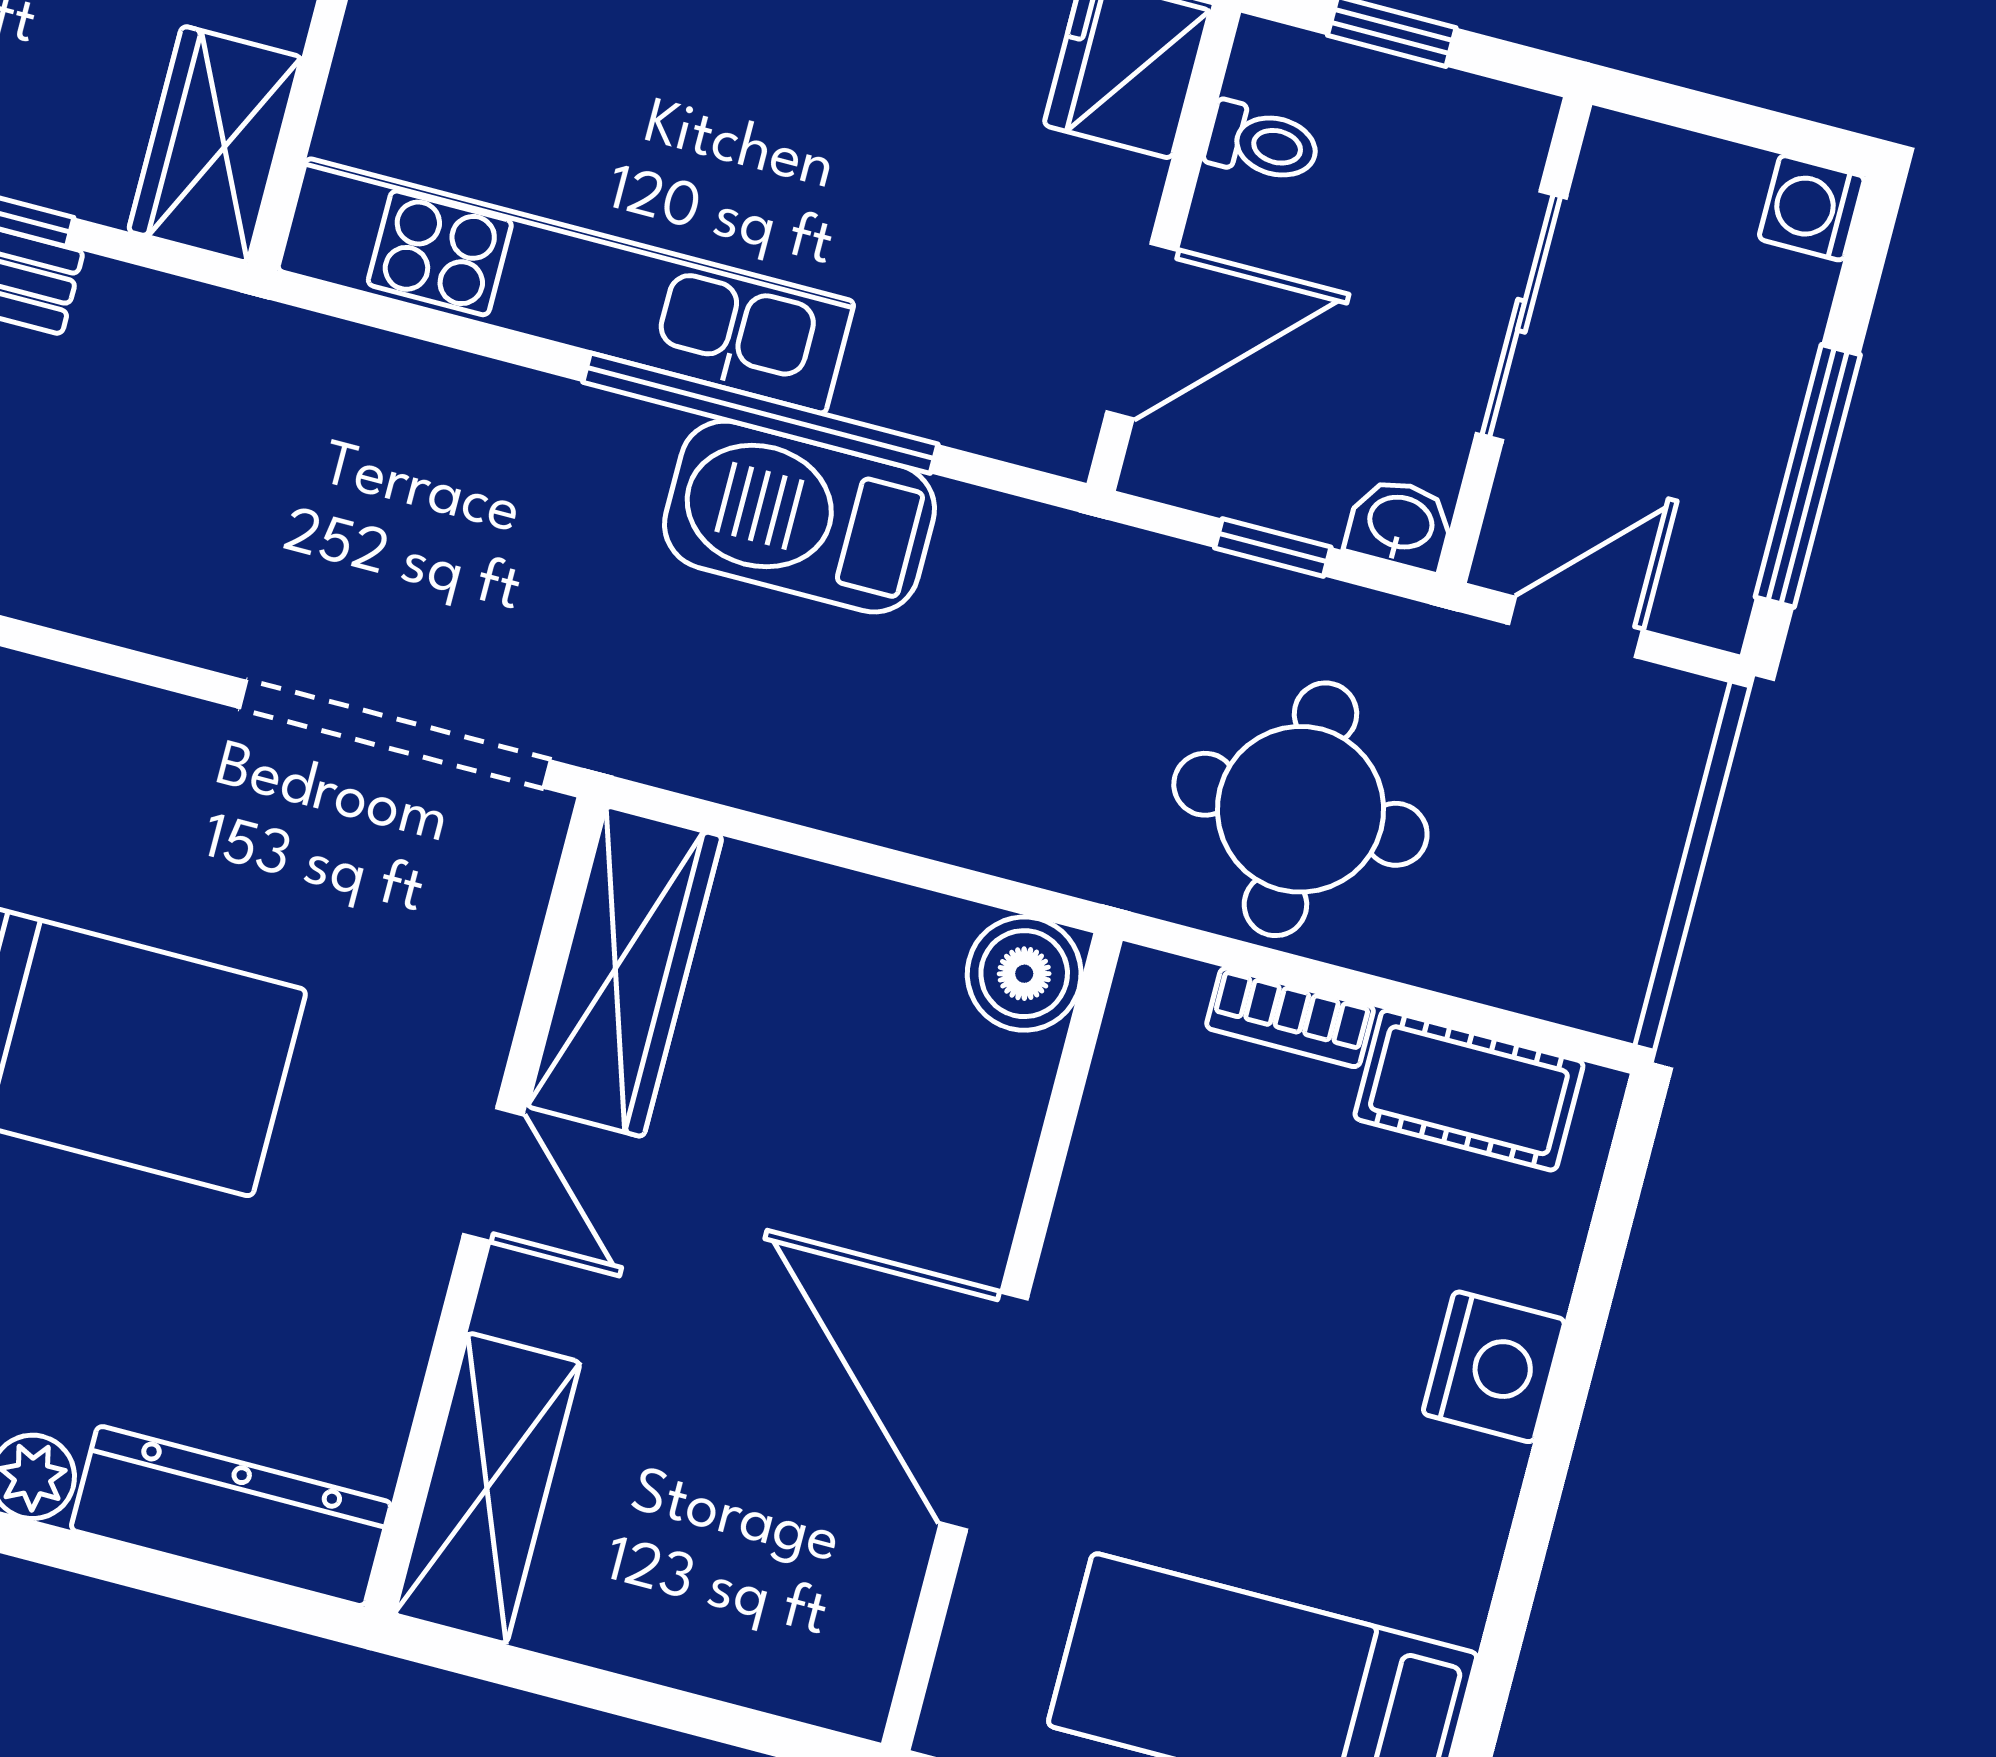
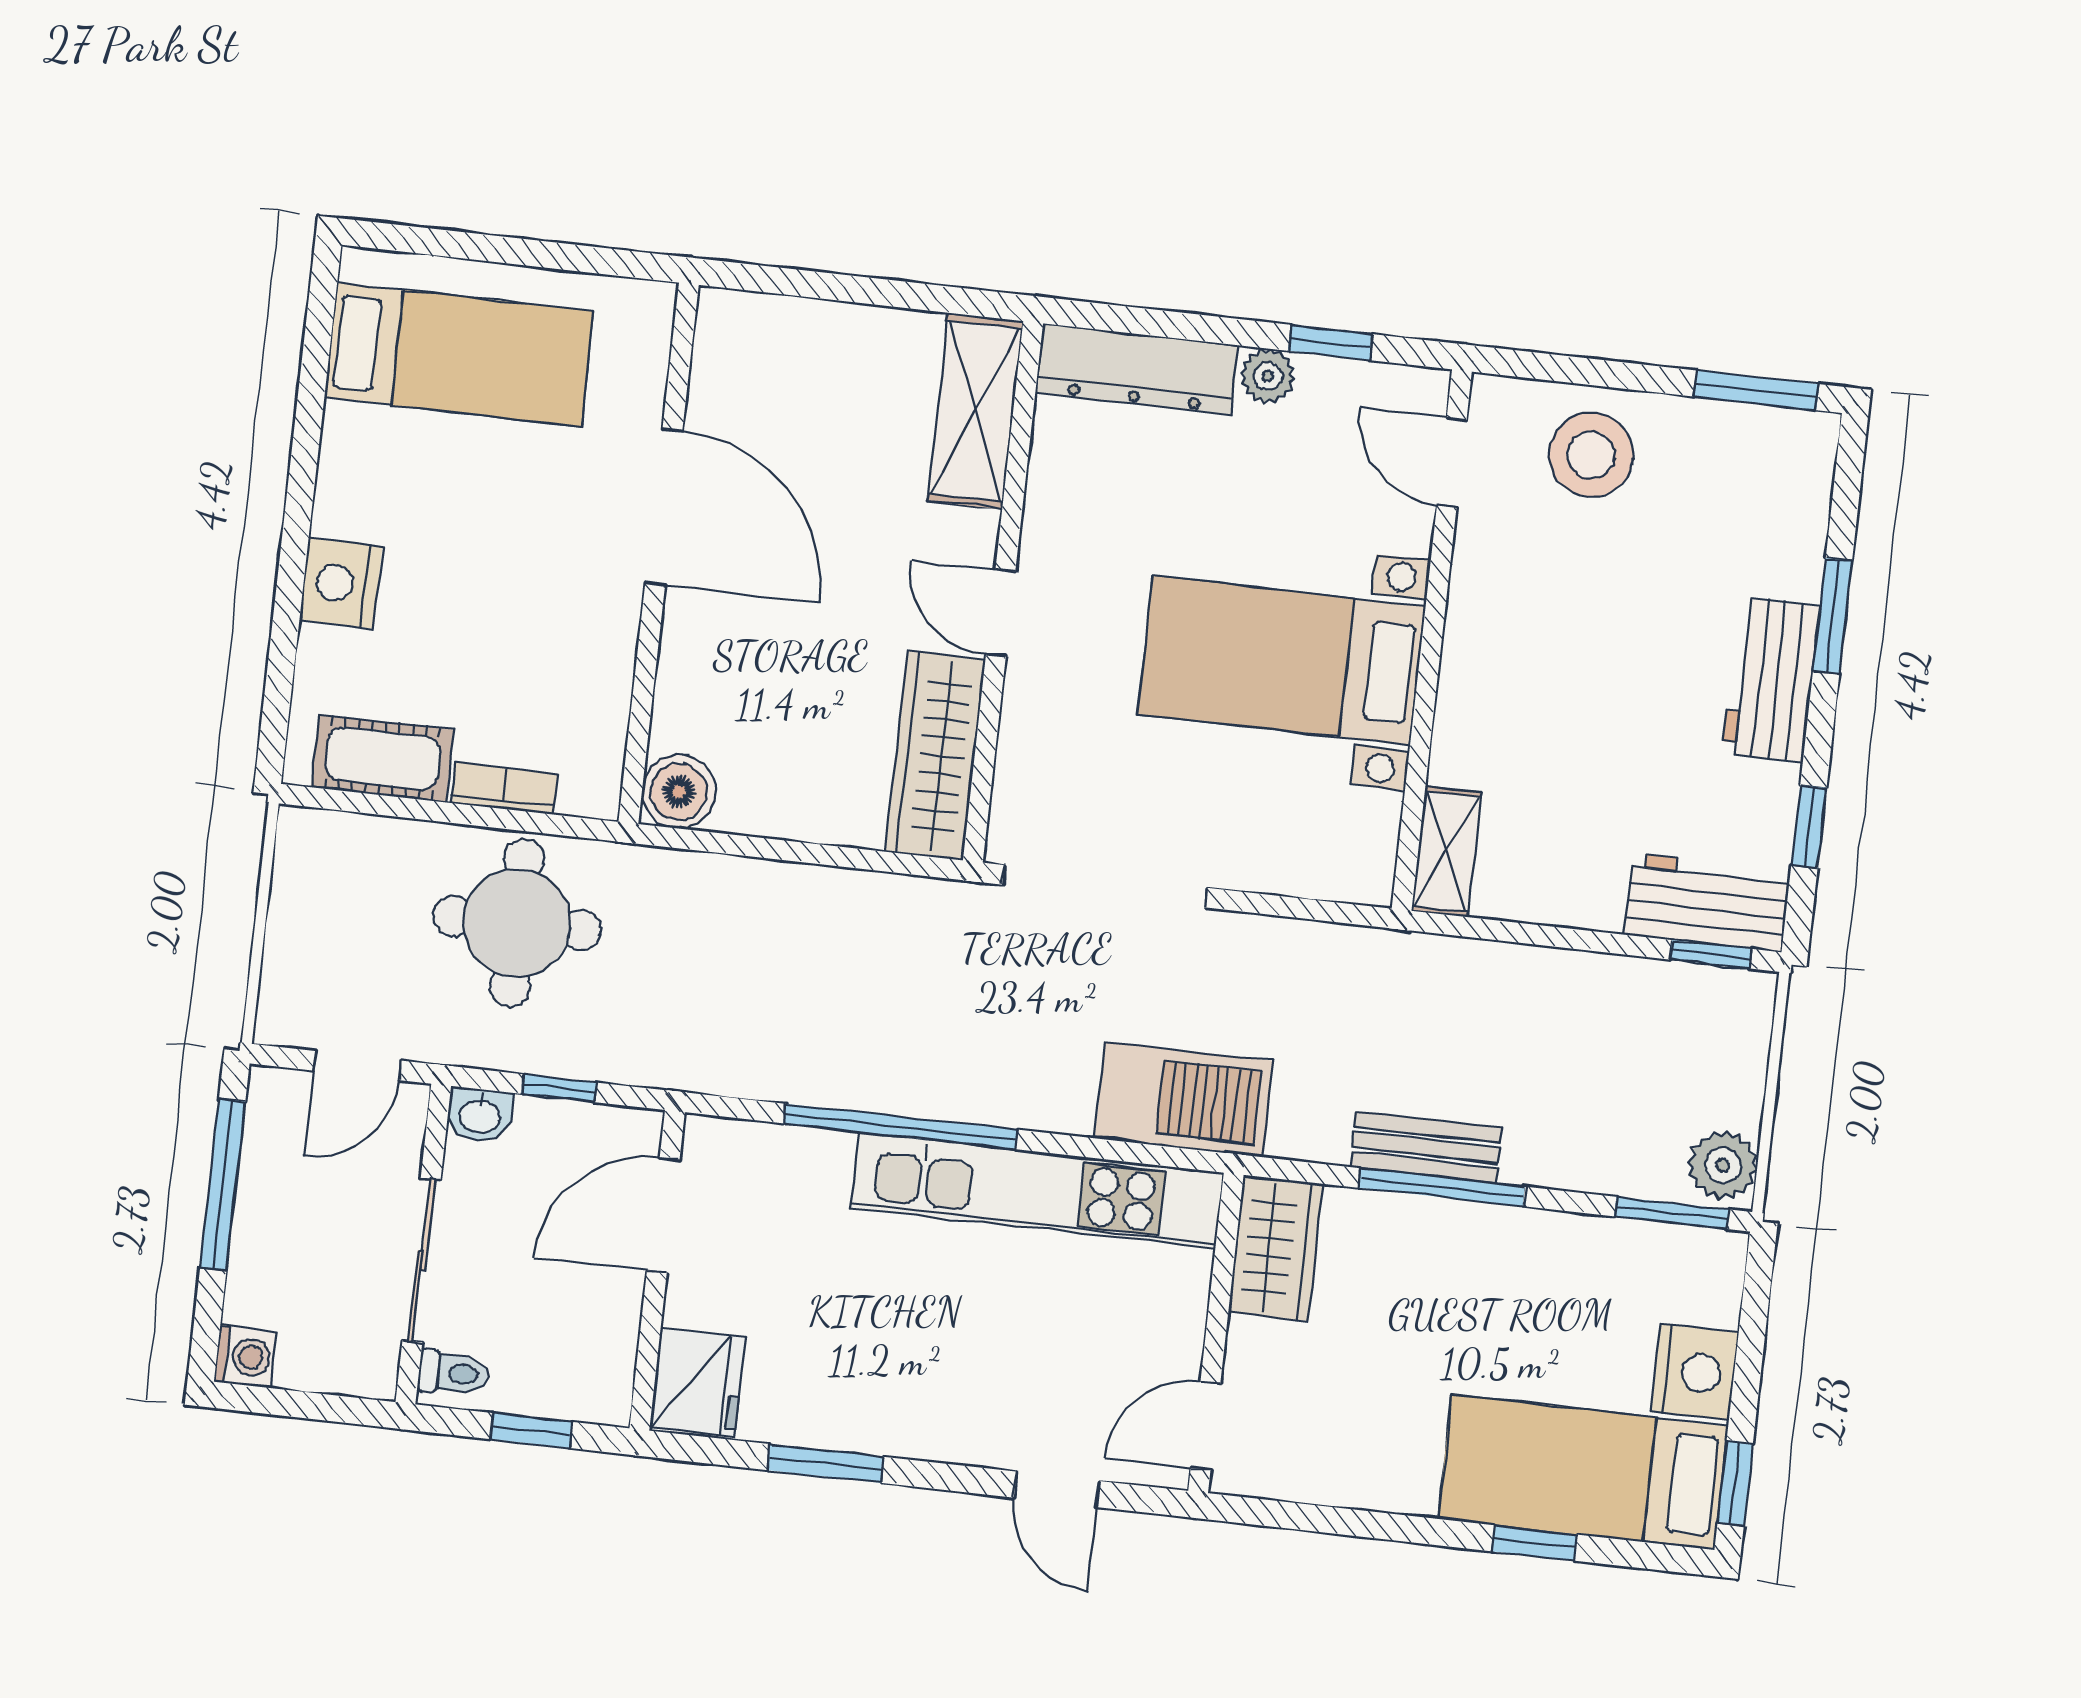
toilet: (1263, 143) -> (454, 1373), moved, turned 180
barbecue: (799, 517) -> (1184, 1099), moved

